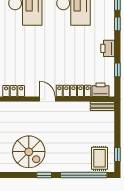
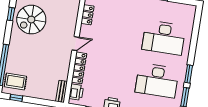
window: (44, 175) -> (11, 14), moved

